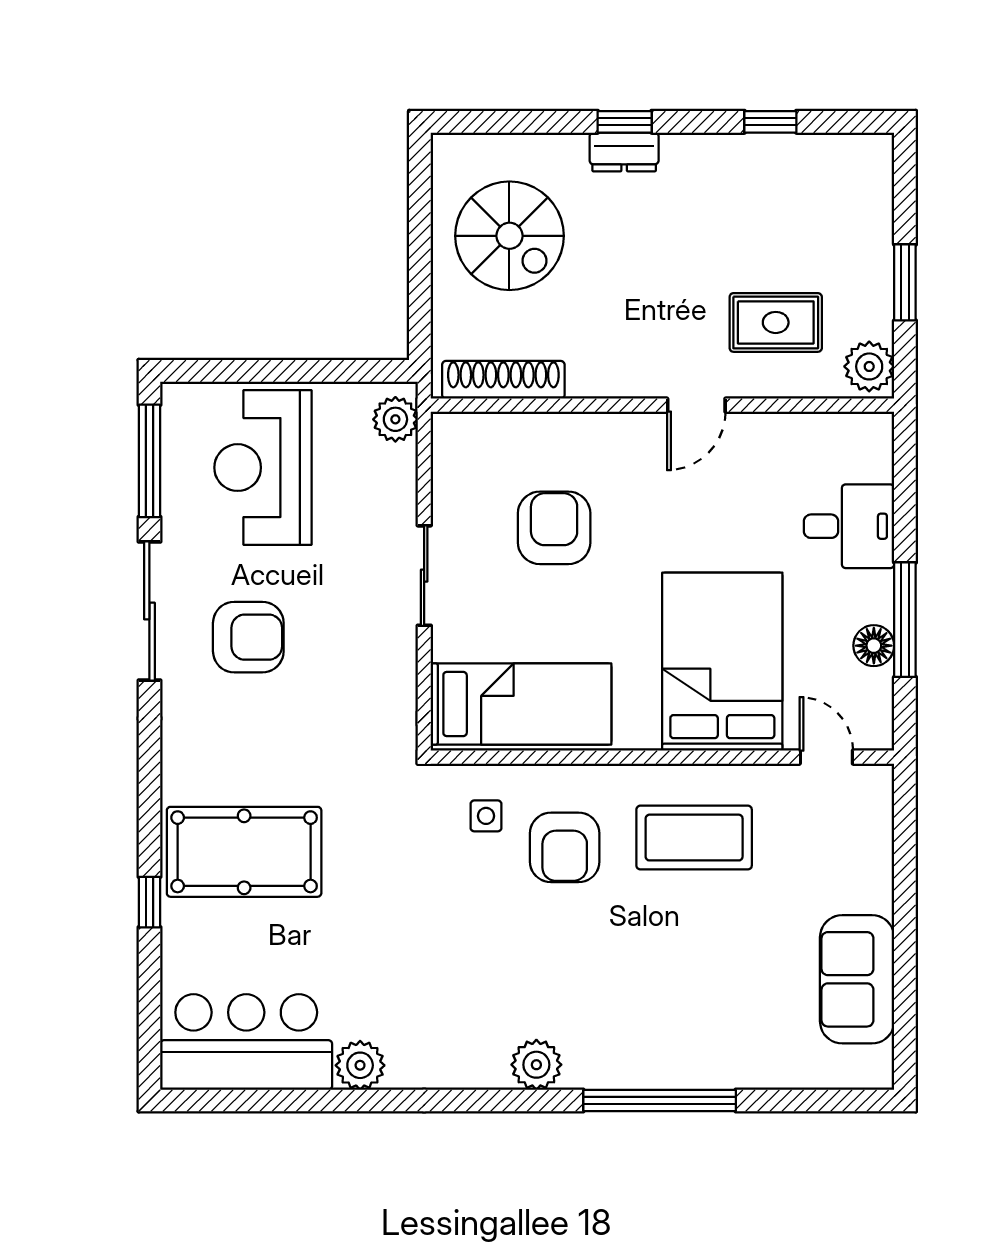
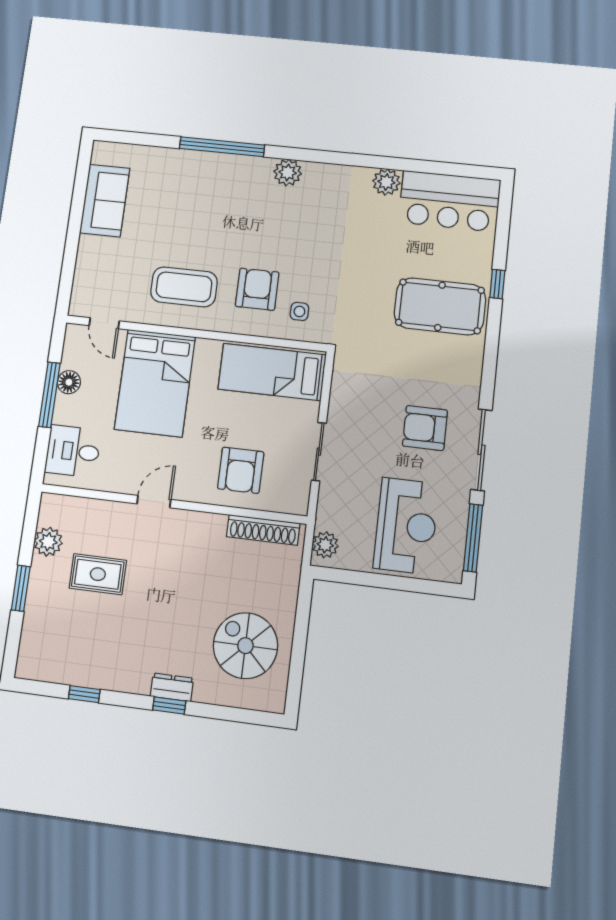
shoe rack: (503, 380) -> (263, 530), moved
wall: (662, 405) -> (173, 504), moved
door: (696, 405) -> (154, 502), moved

